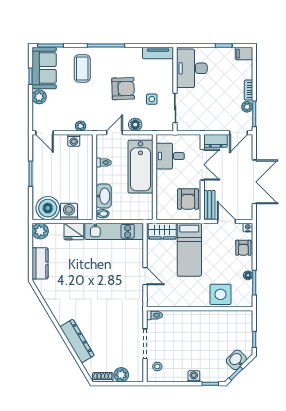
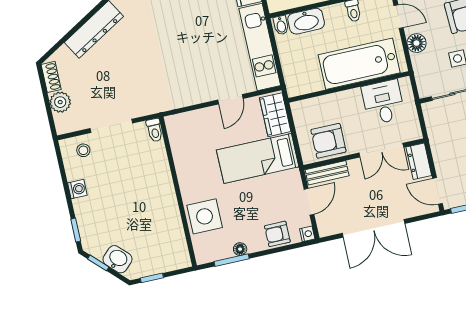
door: (145, 276) -> (230, 99), moved
washing machine: (194, 376) -> (77, 189), moved

